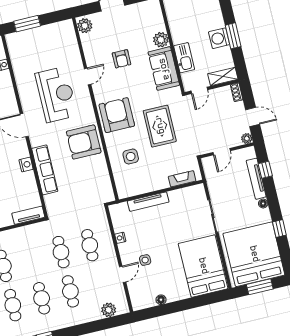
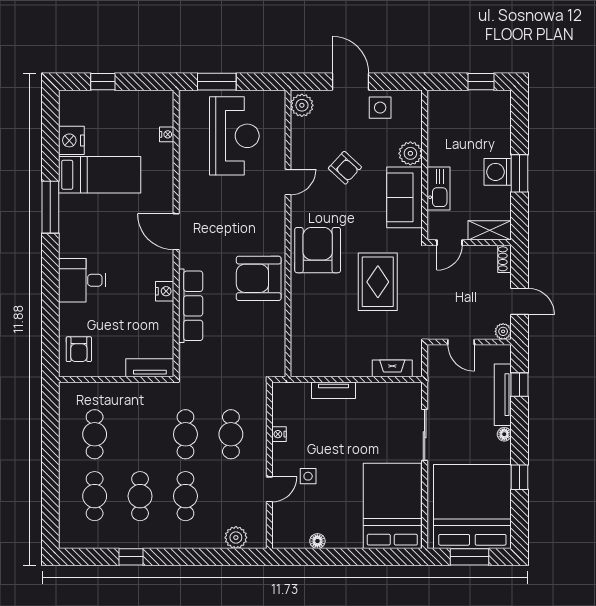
armchair: (121, 59) -> (345, 168), turned -47
reception desk: (56, 94) -> (234, 136), moved
door: (222, 152) -> (461, 342), hinge flipped
side table: (131, 156) -> (380, 108), moved
tv unit: (148, 202) -> (333, 390), width x0.71

